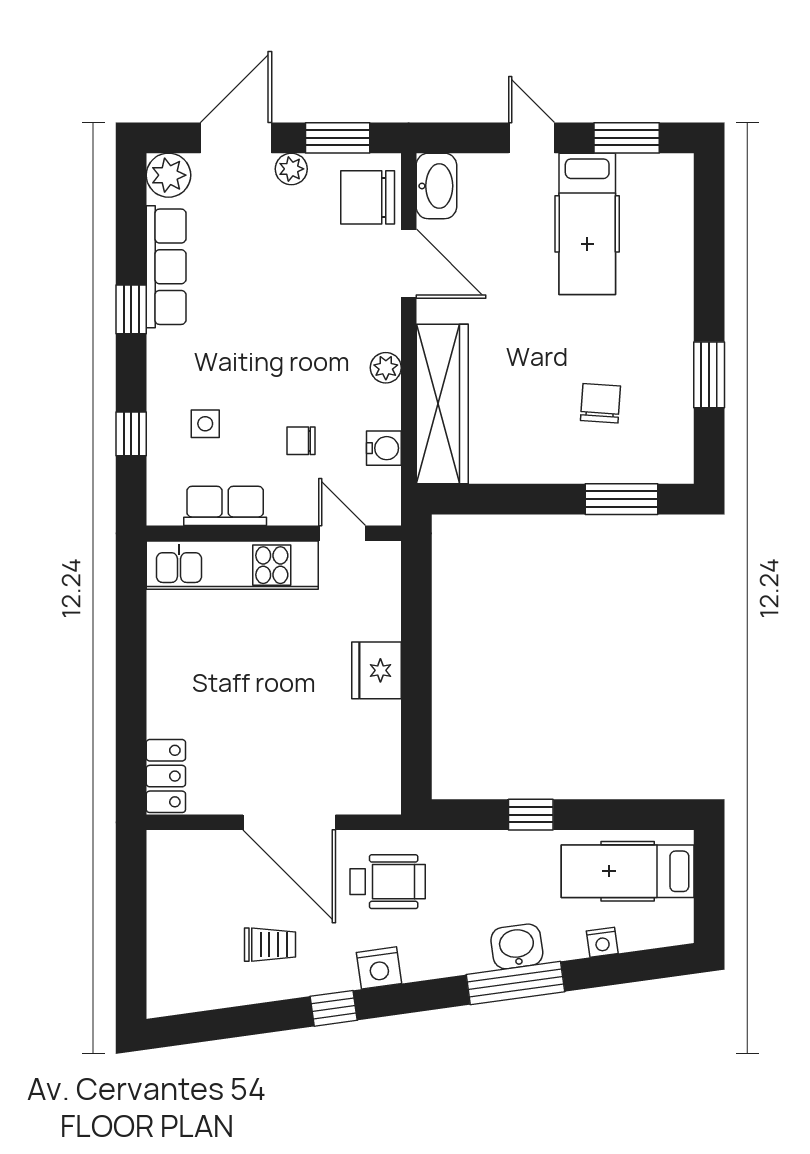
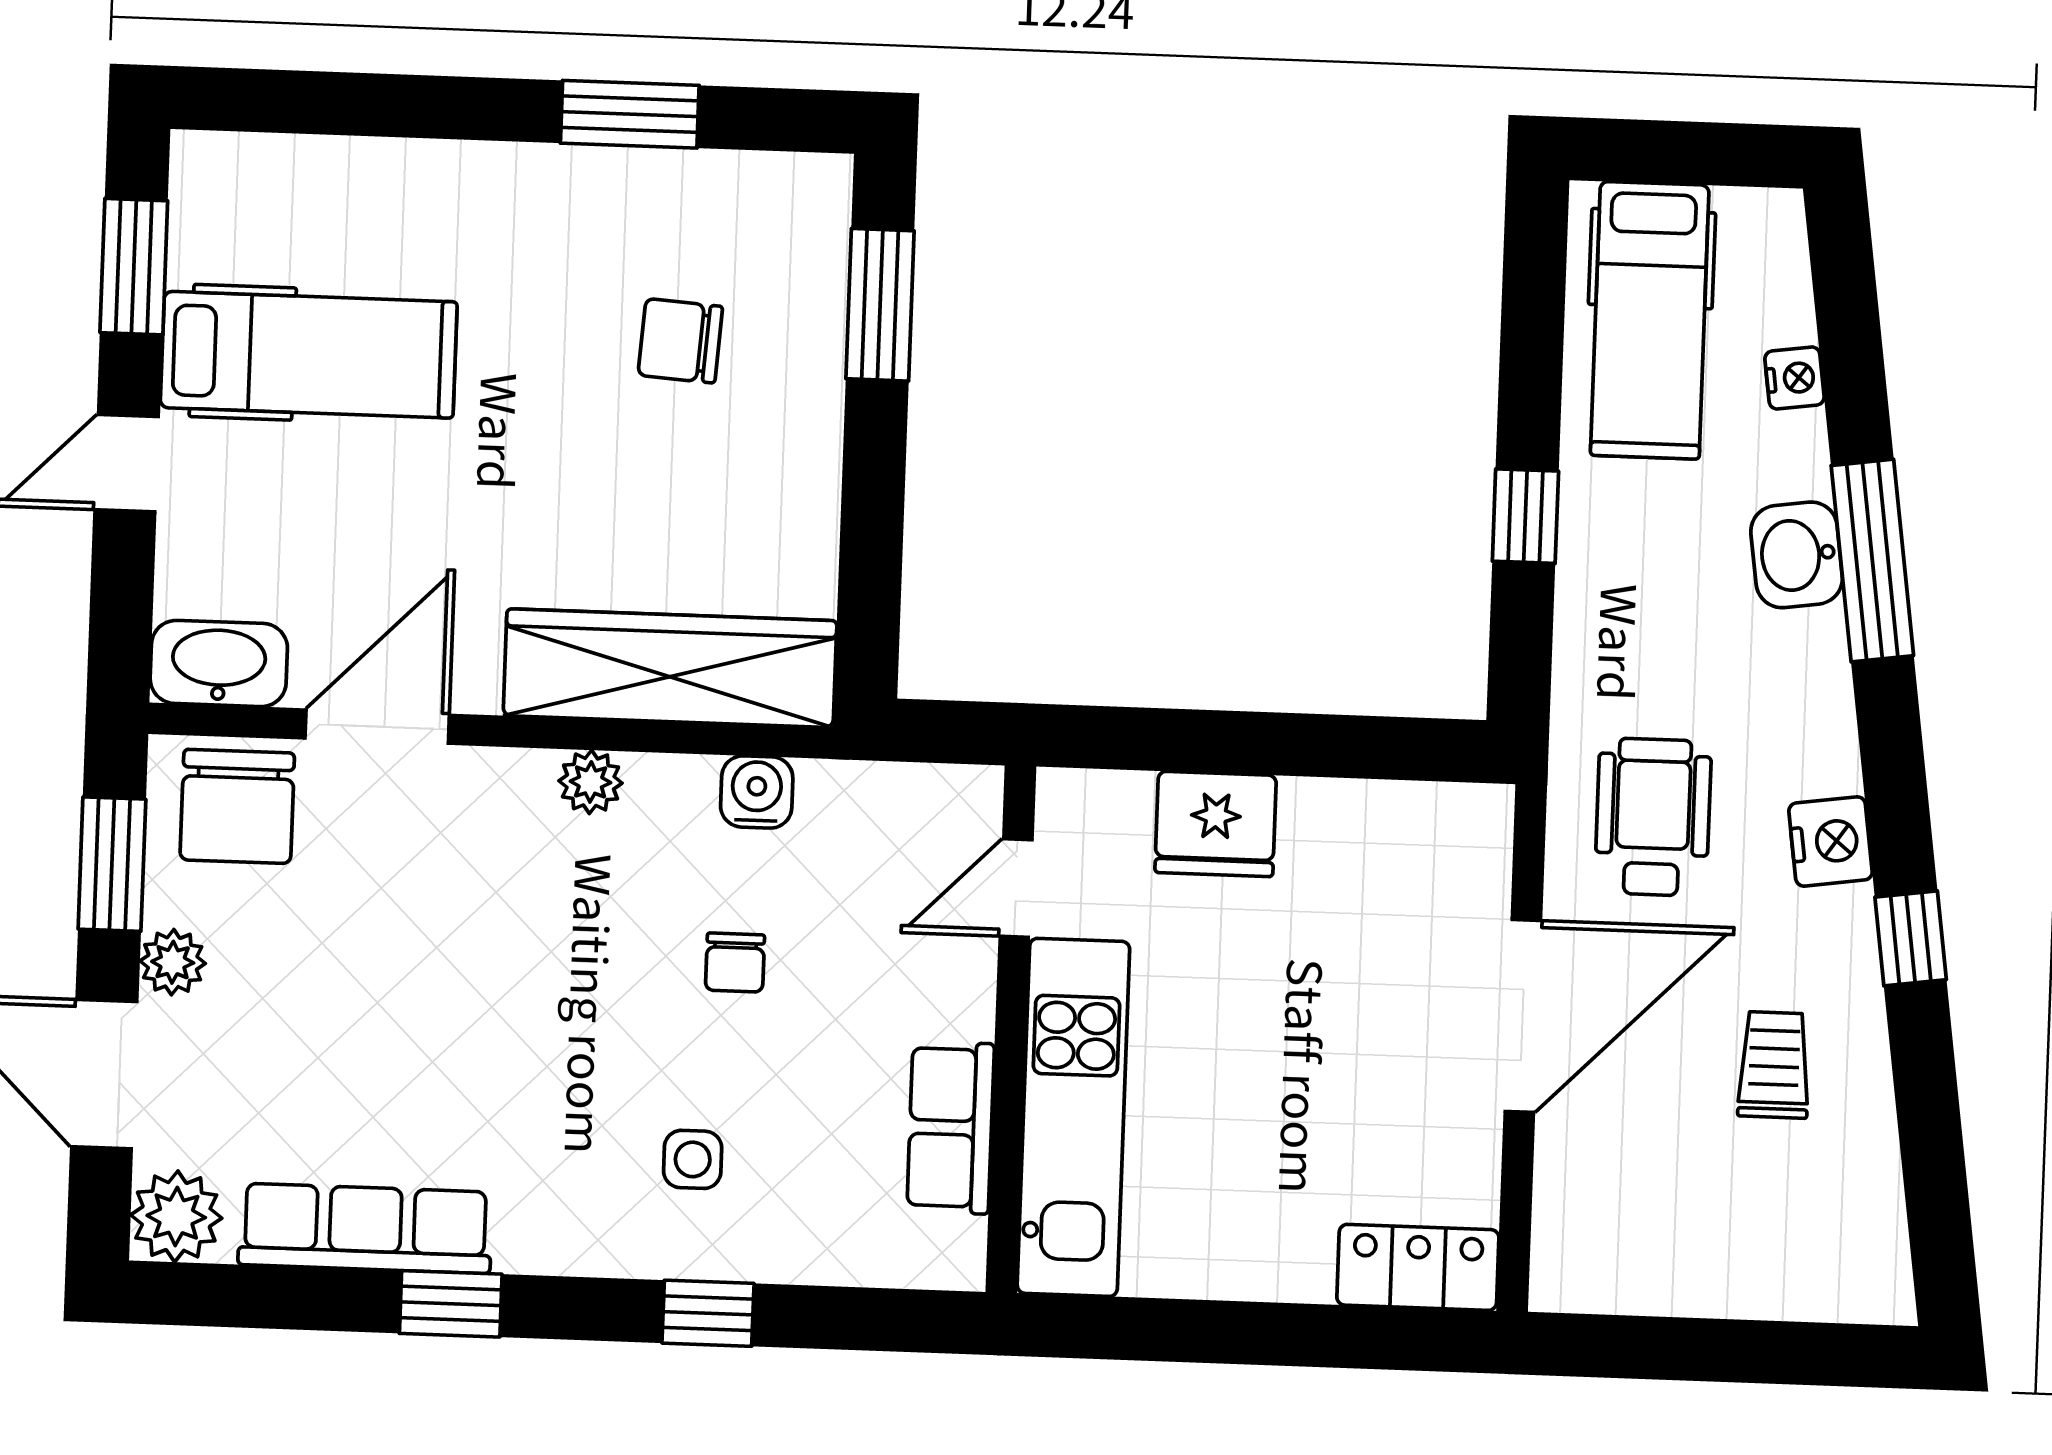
row of seats: (225, 506) -> (951, 1128), moved
wall: (274, 533) -> (1011, 1029), moved
door: (342, 533) -> (1016, 888), moved
kitchen unit: (232, 565) -> (1073, 1117), moved

